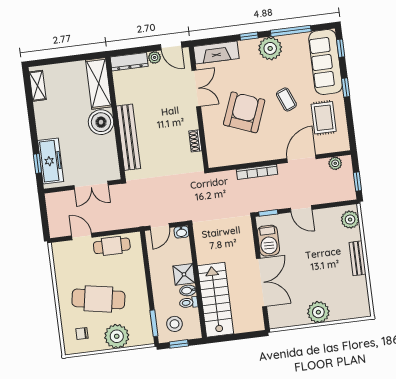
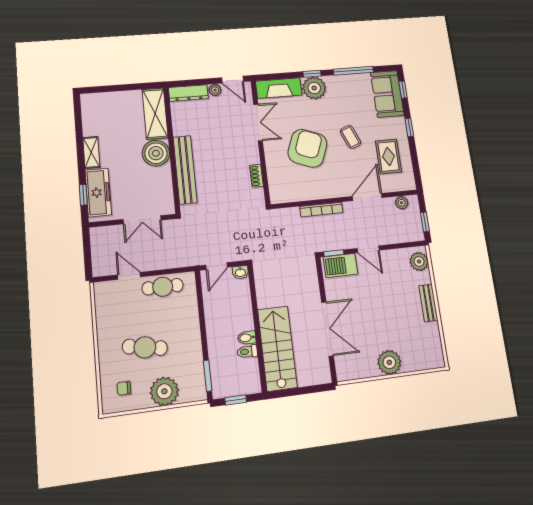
plant: (270, 48) -> (314, 88), moved
sofa: (325, 62) -> (387, 94), width x0.73
shelving: (38, 86) -> (91, 153), moved
barbecue: (268, 241) -> (340, 265), moved, turned 90
shower: (184, 274) -> (243, 319), removed
cafe table: (98, 299) -> (145, 347), width x0.73, depth x0.74
stool: (174, 324) -> (231, 376), removed

